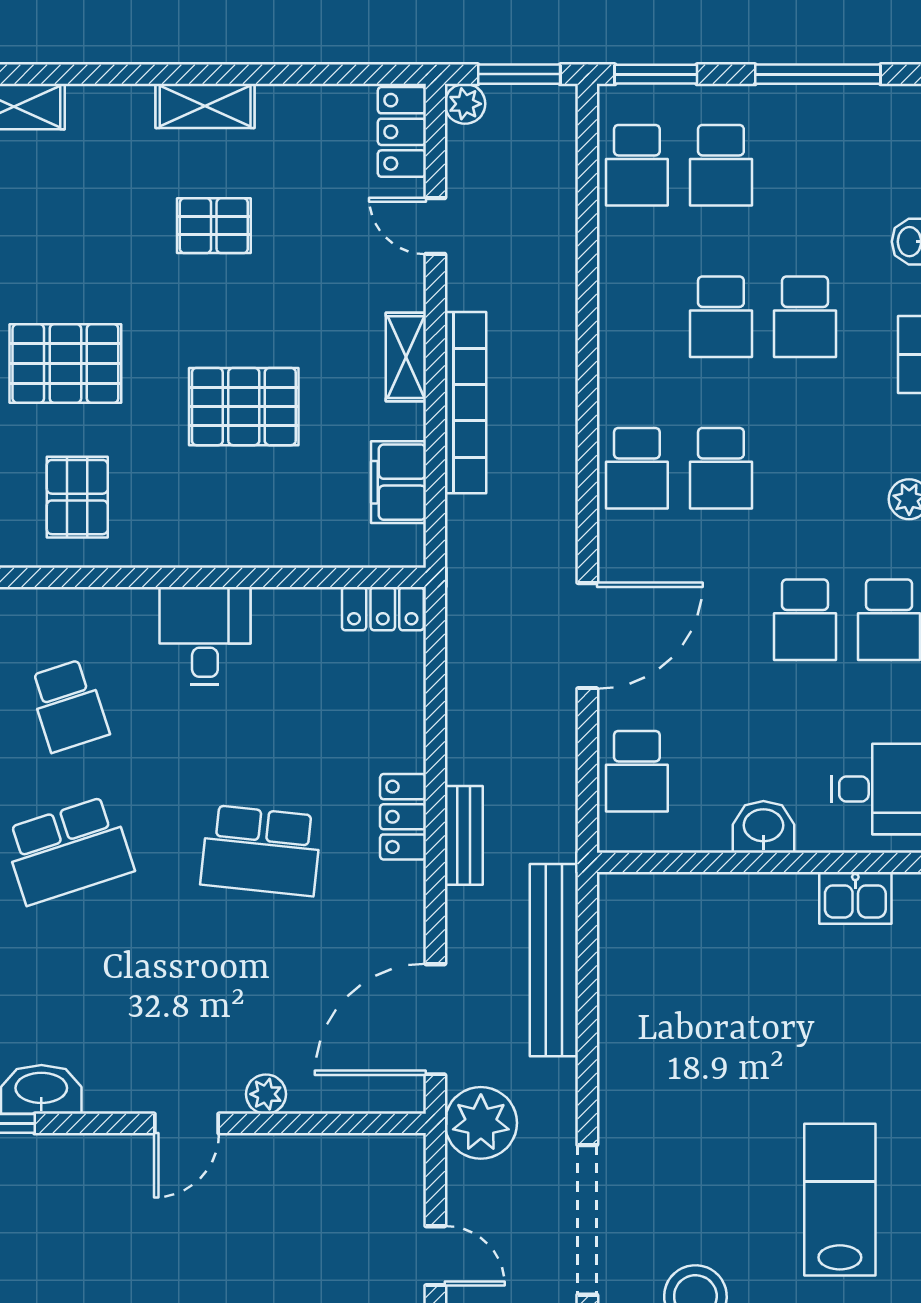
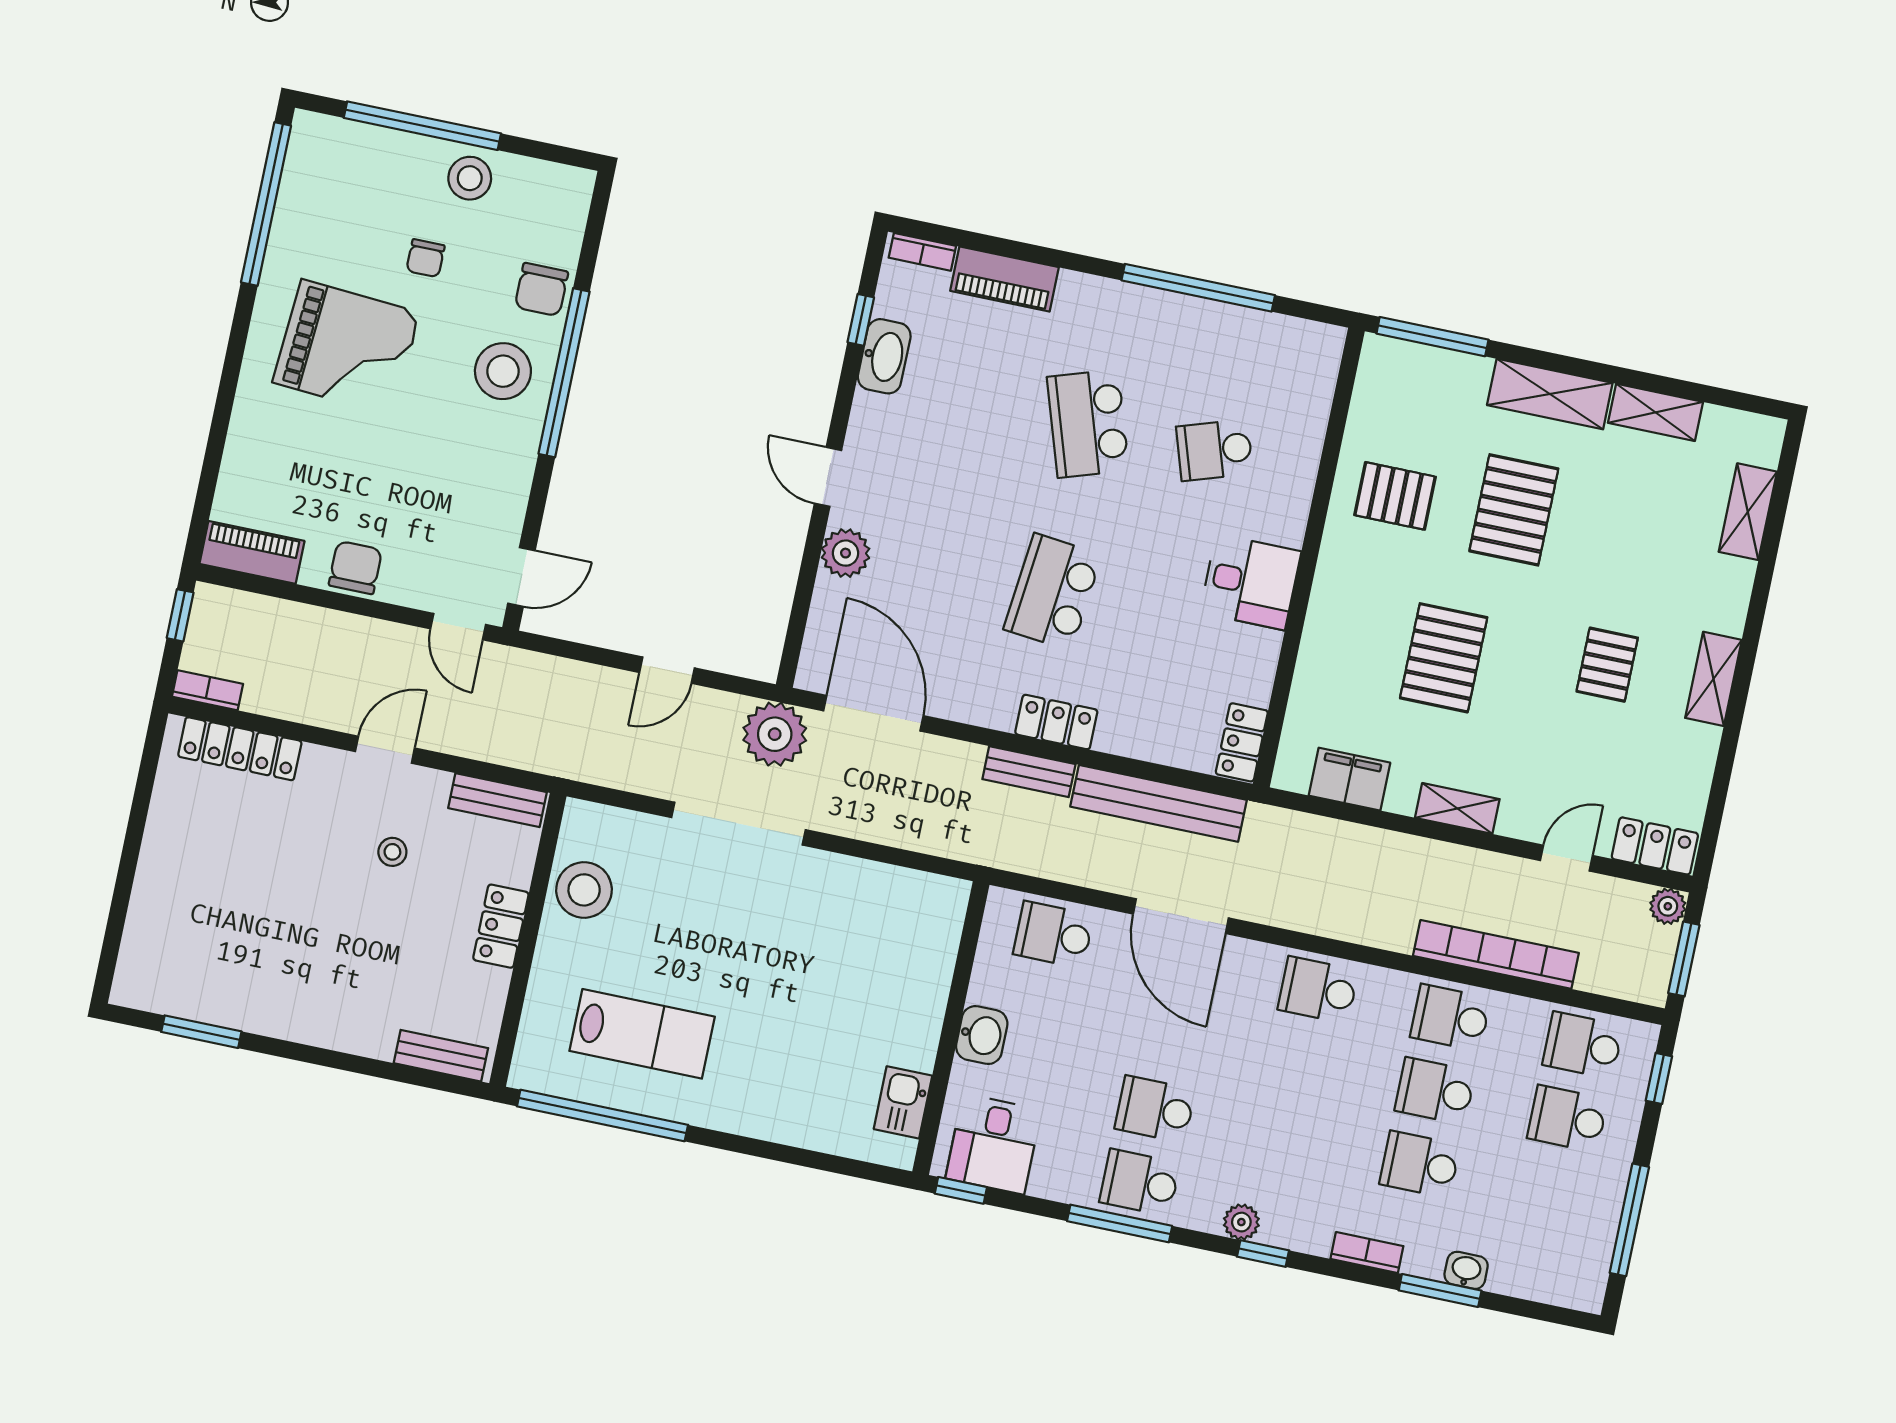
window: (656, 74) -> (1659, 1078), width x0.67
bookcase: (465, 403) -> (1496, 954), moved, turned 180
school desk: (721, 468) -> (1450, 1018), moved
bench: (554, 960) -> (1159, 803), moved
plant: (266, 1094) -> (846, 553), width x1.38, depth x1.38
doorway: (587, 1220) -> (738, 824), moved

